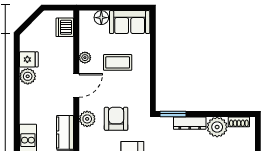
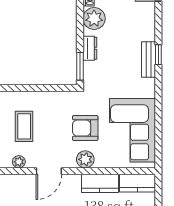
door: (76, 85) -> (49, 171), swing flipped
dresser: (190, 123) -> (90, 48), width x0.70

